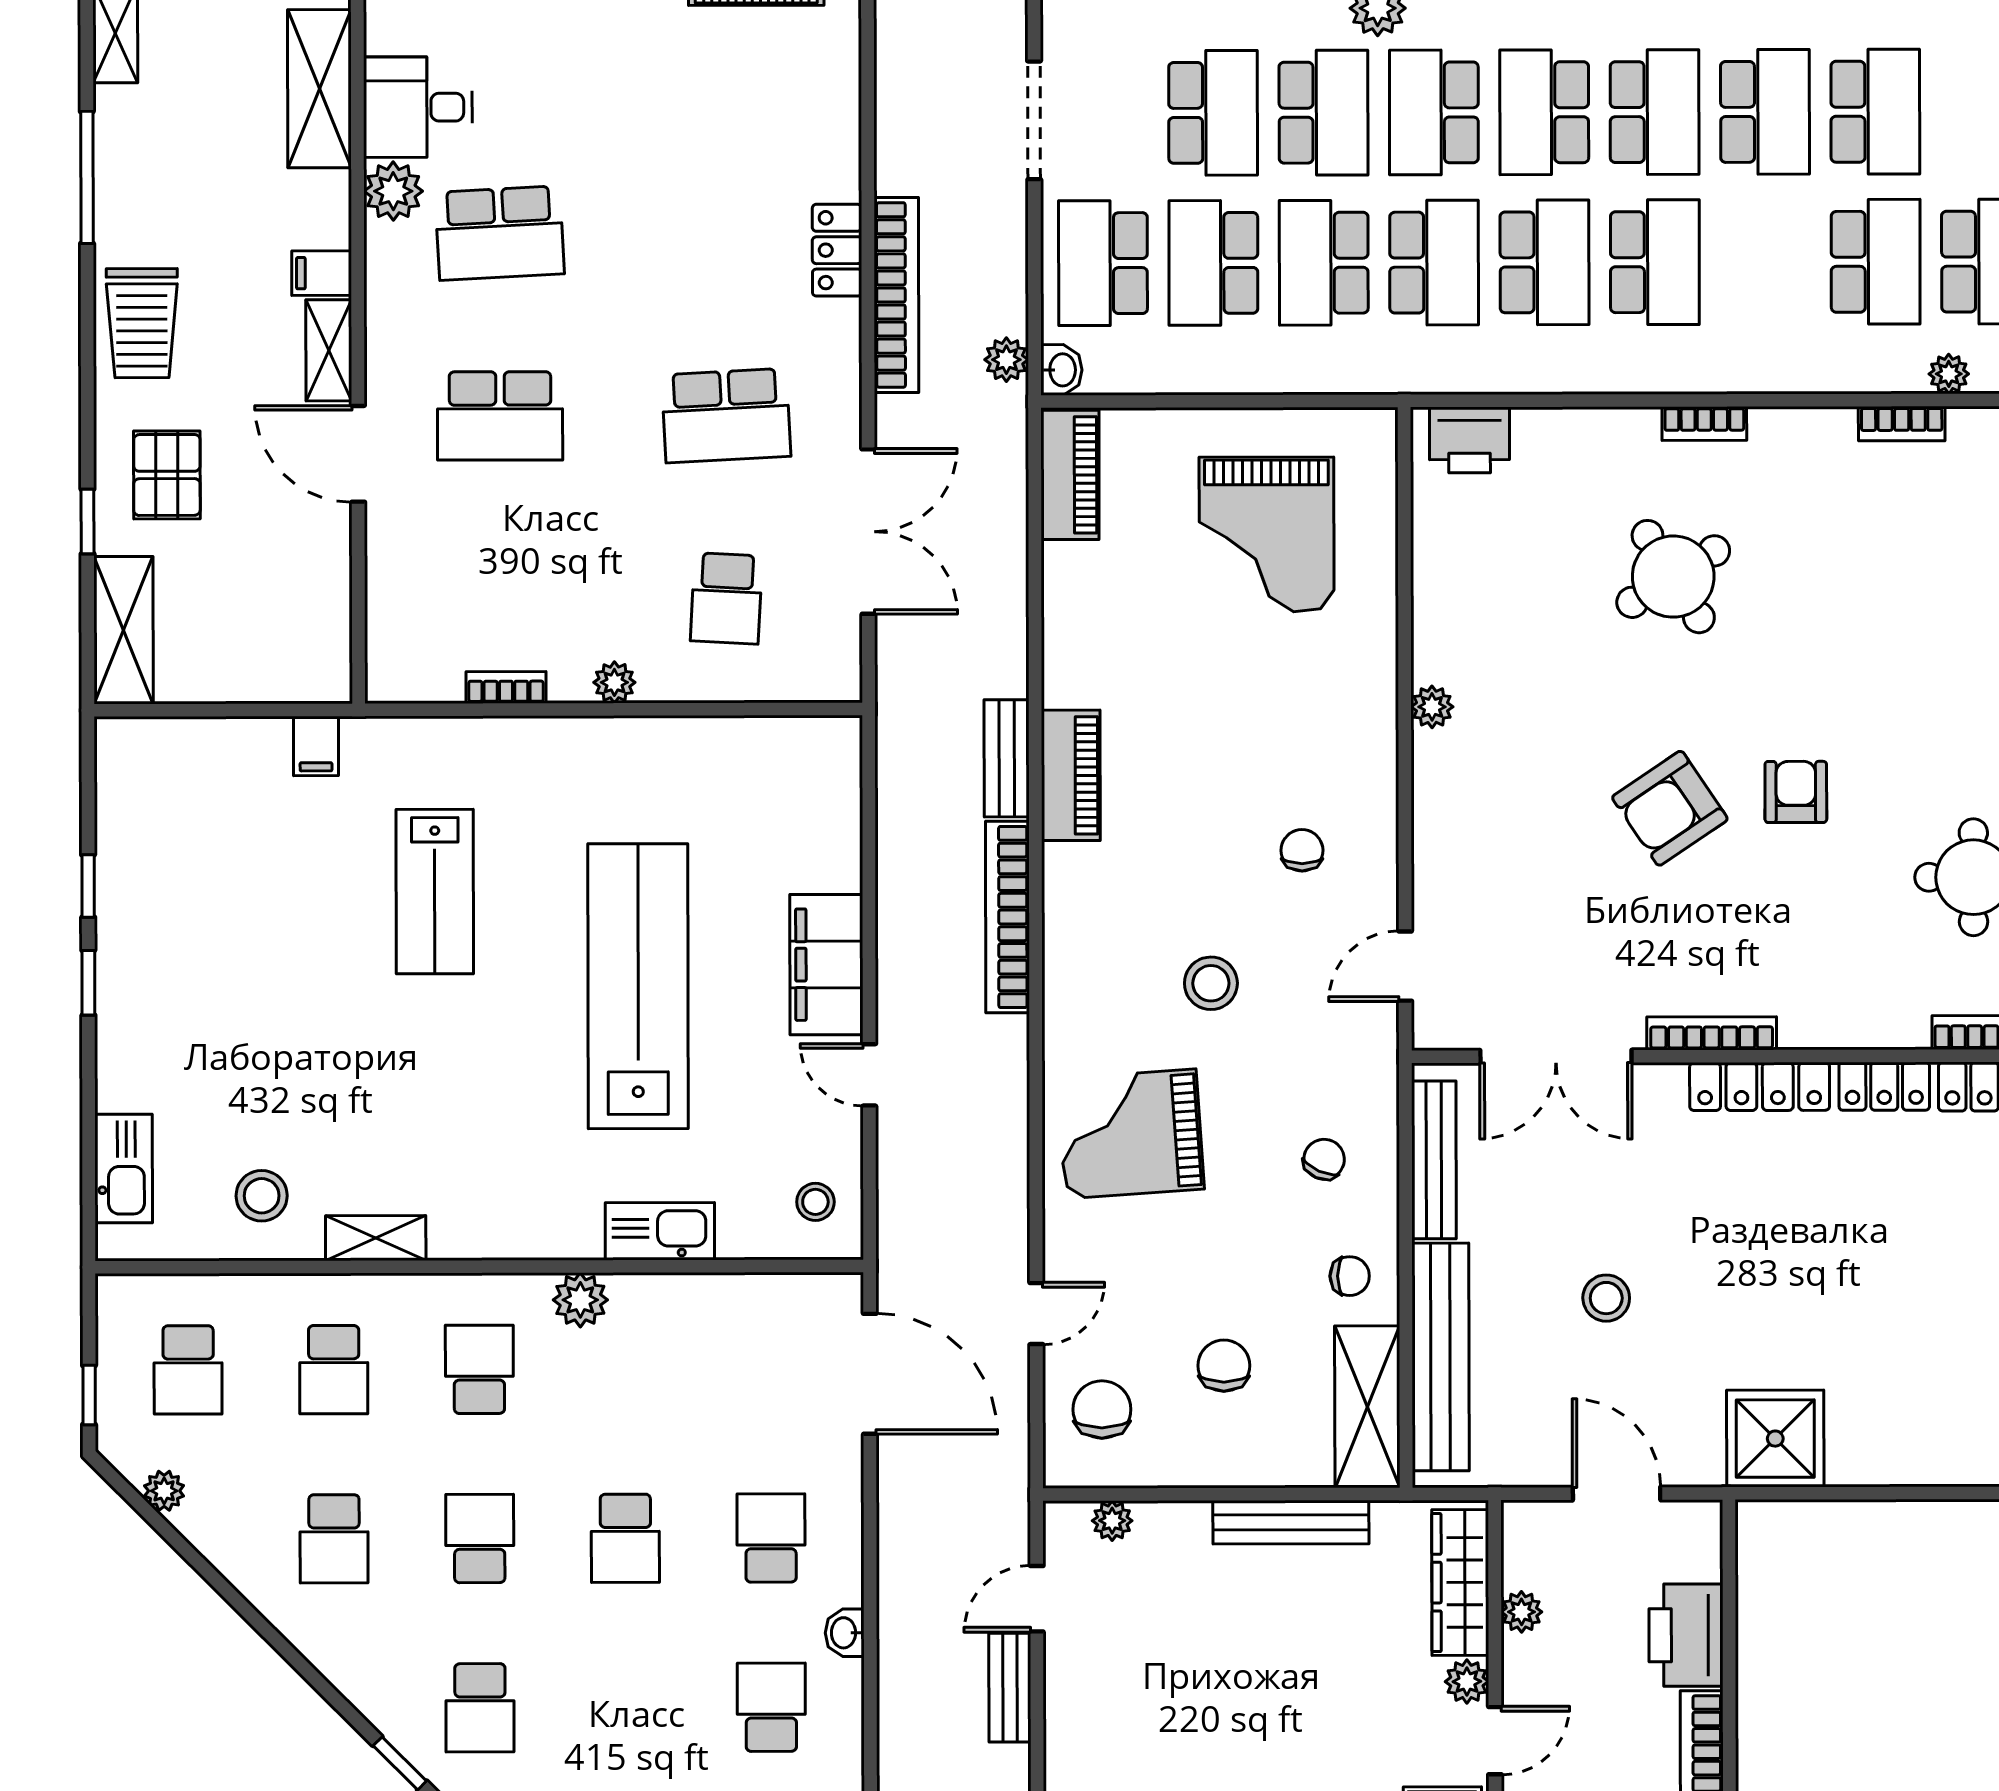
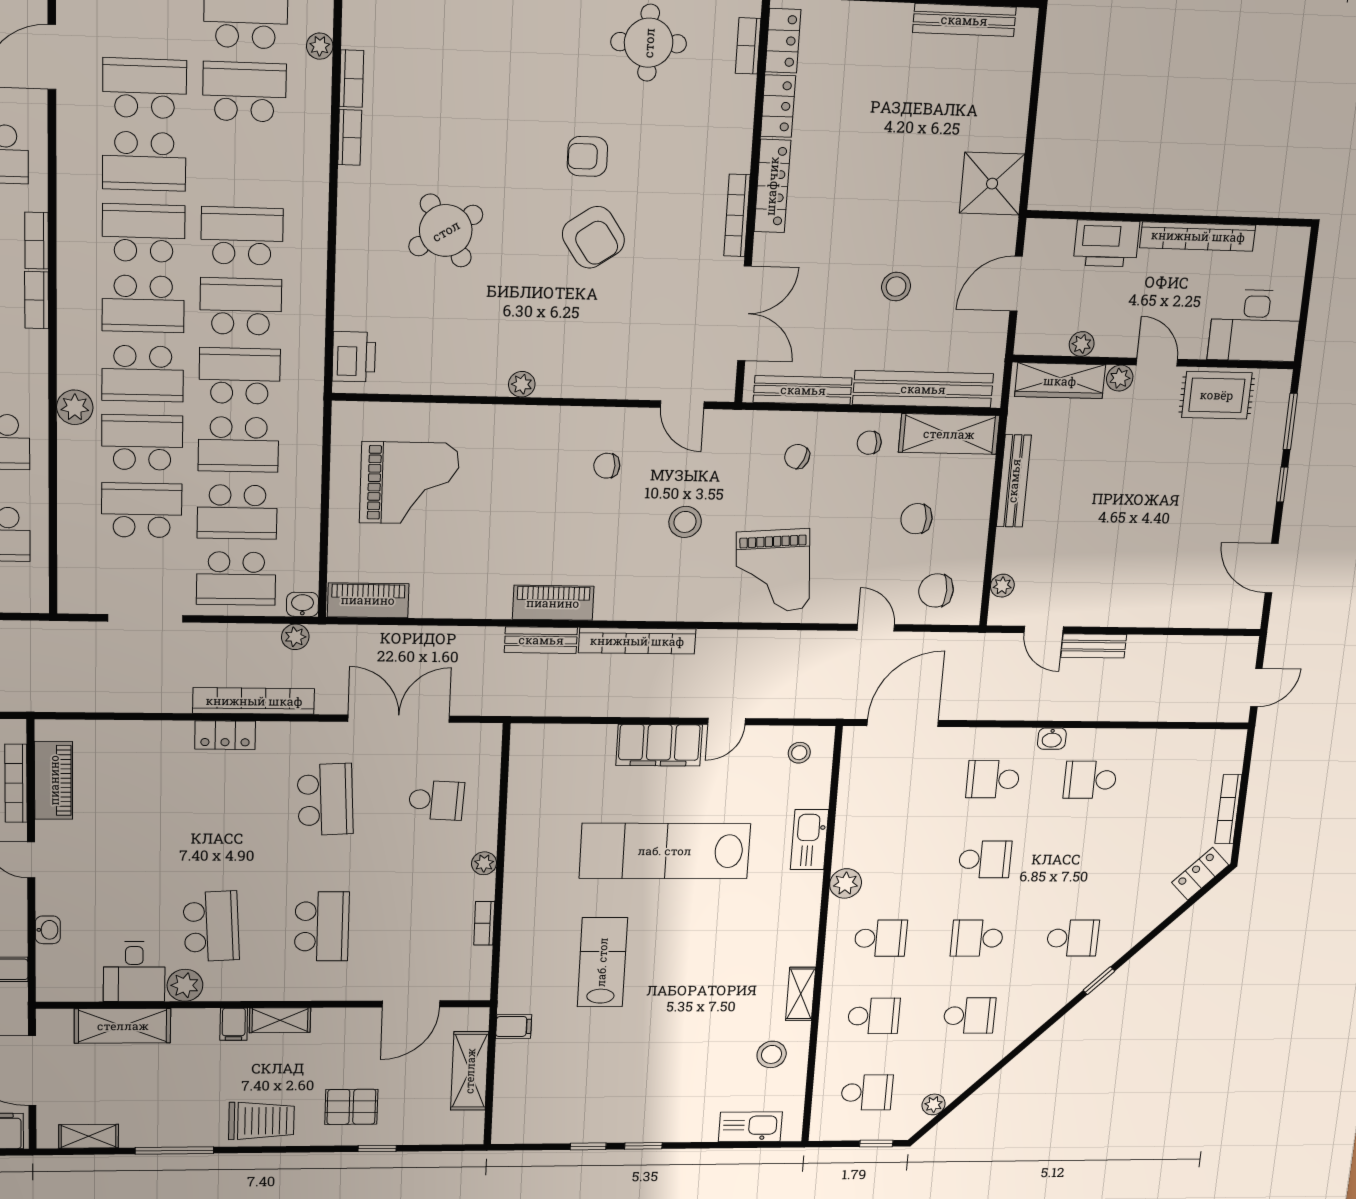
school desk: (1765, 112) -> (144, 161), turned 180
bookcase: (1704, 424) -> (350, 137), moved
door: (358, 454) -> (411, 1004), moved
shelving: (123, 630) -> (470, 1071), moved, turned 90
lab bench: (435, 892) -> (602, 962), turned -90
chair: (1350, 1276) -> (869, 443), turned -93
school desk: (479, 1369) -> (881, 938), turned 180

